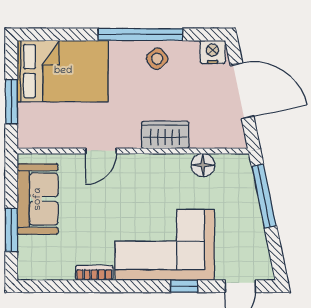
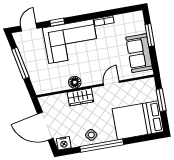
floor lamp: (203, 165) -> (75, 82), moved
window: (264, 196) -> (20, 63), moved

